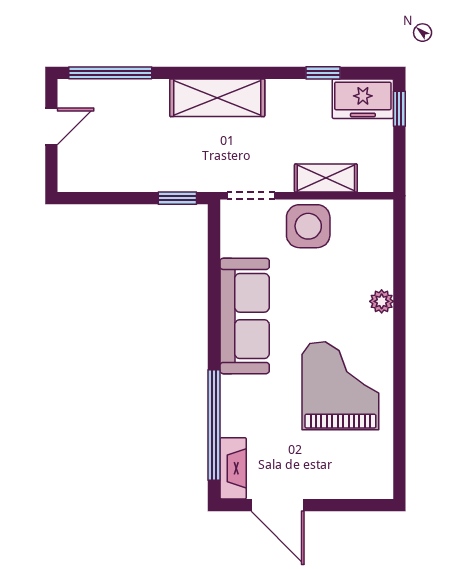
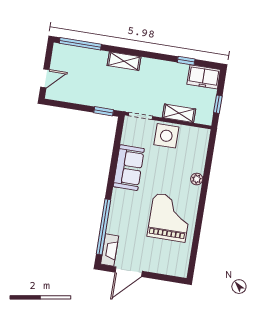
shelving: (217, 98) -> (124, 61), width x0.67, depth x0.75
window: (399, 109) -> (218, 104), moved
door: (51, 126) -> (45, 78), moved
sofa: (245, 316) -> (129, 168), width x0.73
door: (278, 505) -> (129, 272), hinge flipped

